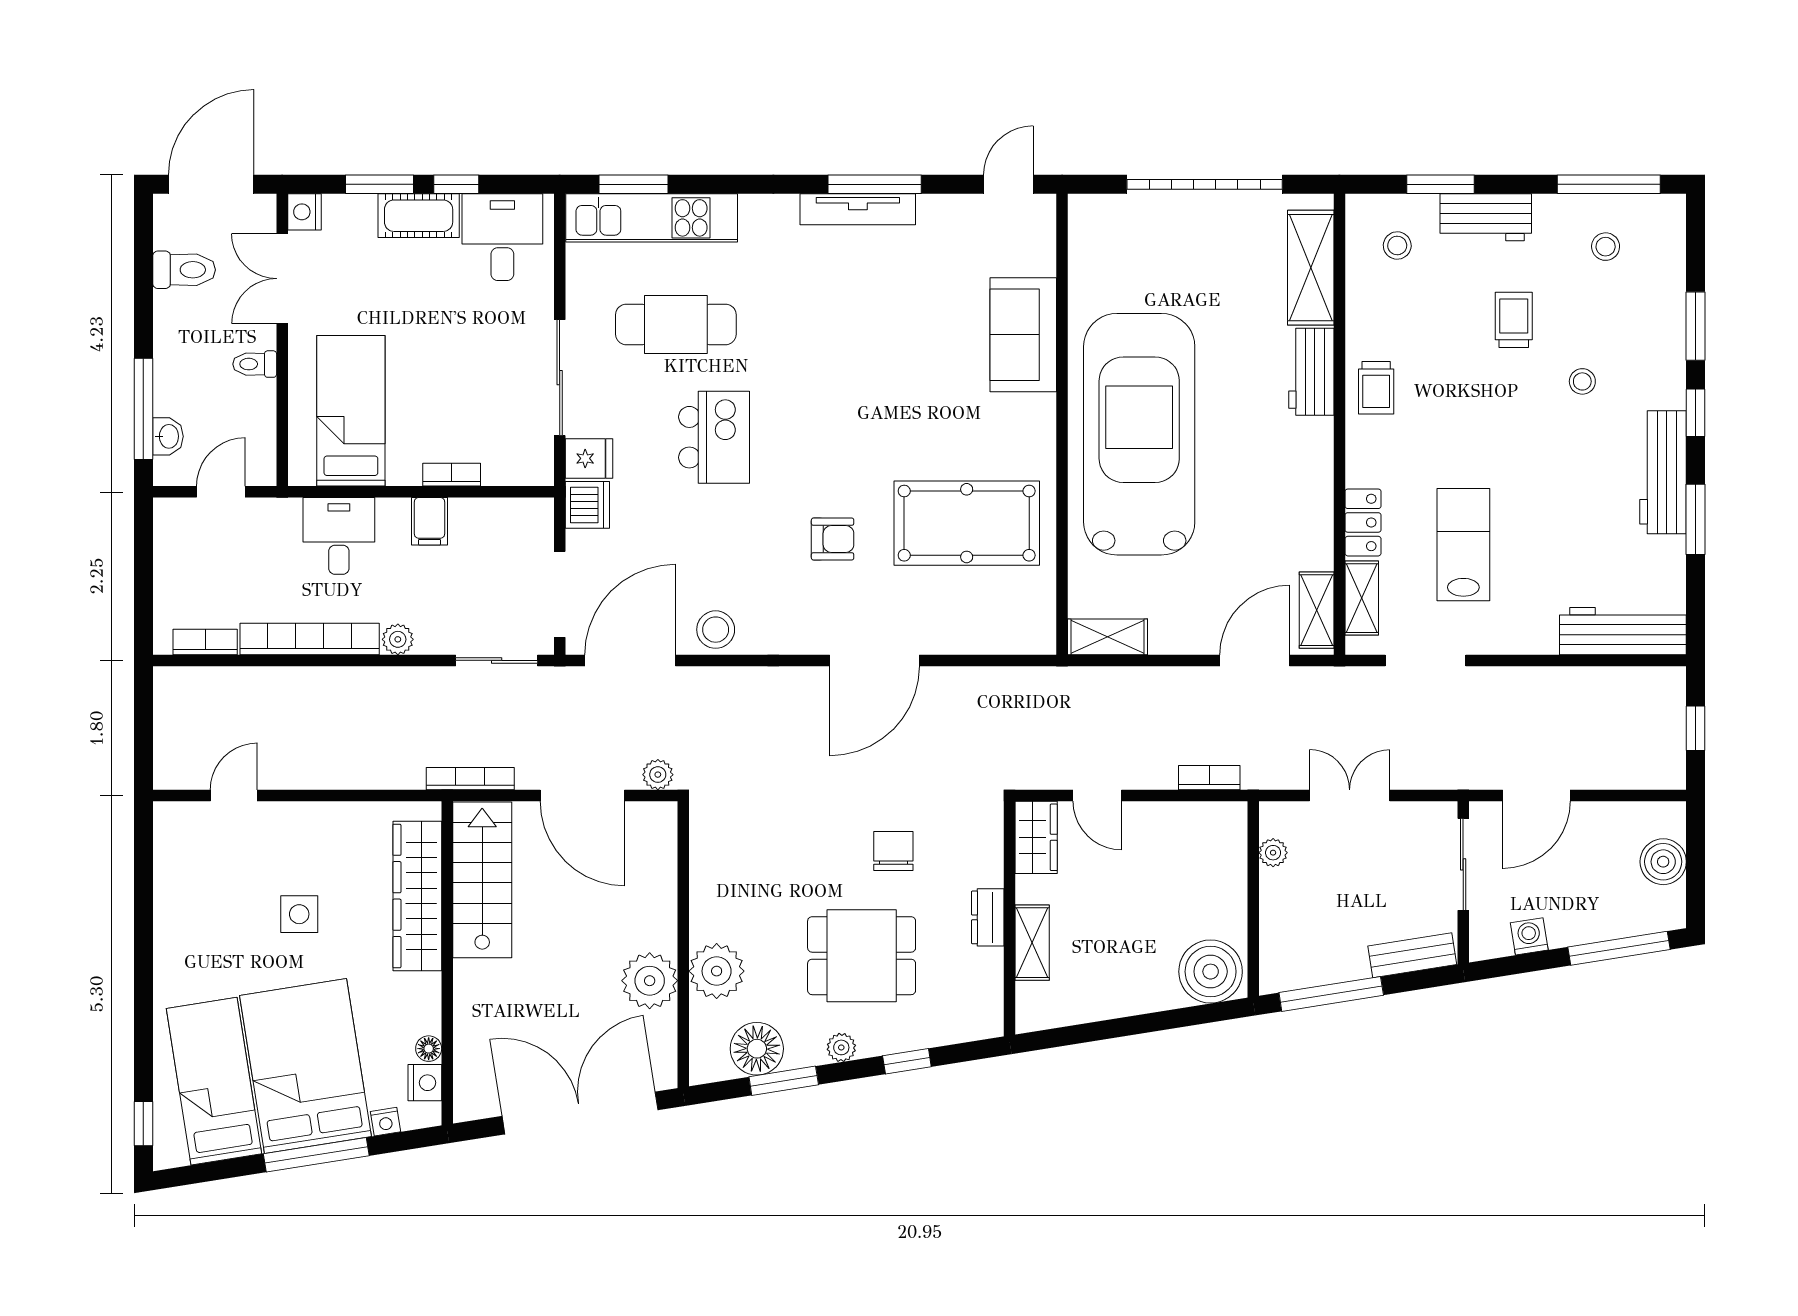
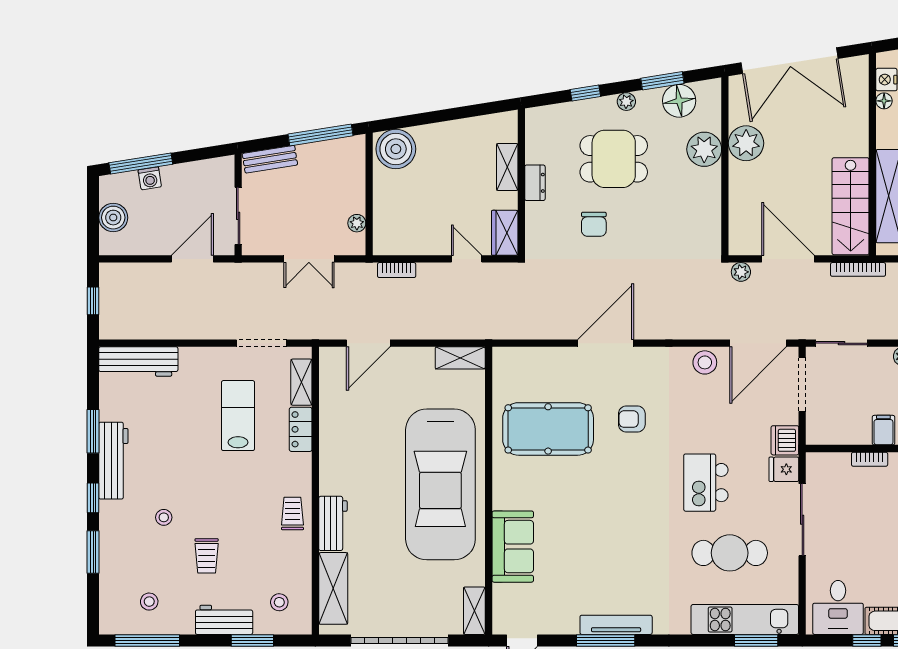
lab bench: (1463, 545) -> (238, 416), turned 180
shelving: (1317, 610) -> (474, 611), moved
washing machine: (1529, 936) -> (150, 178), moved

